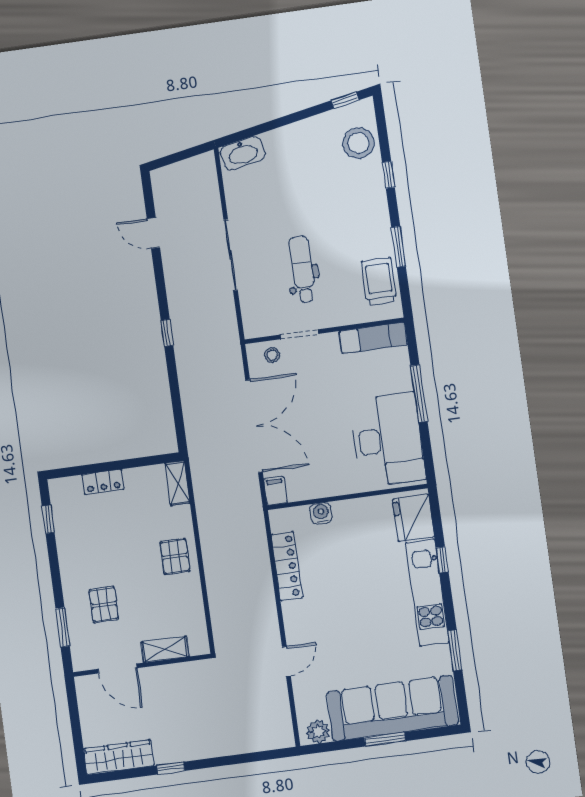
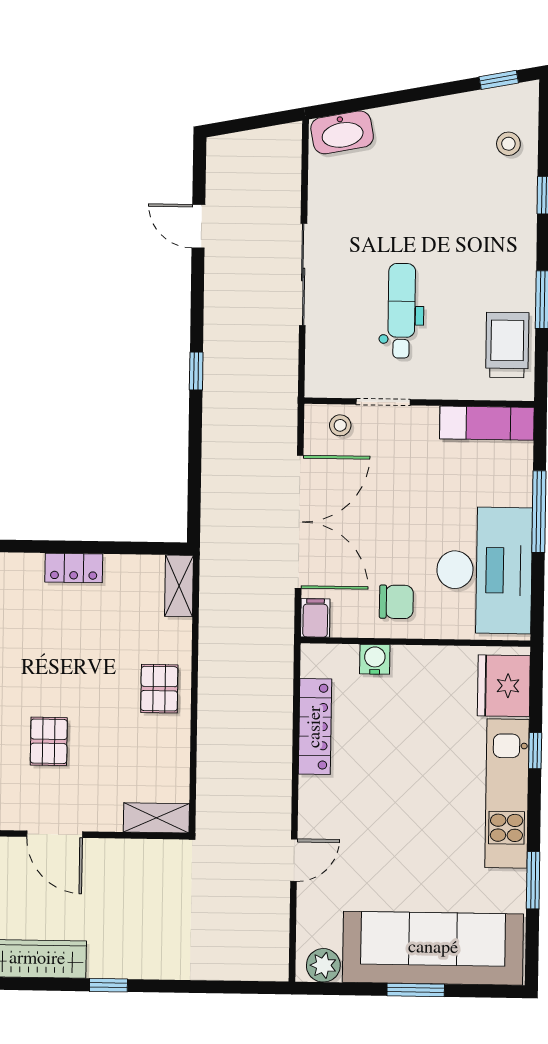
stool: (358, 143) -> (508, 144), width x0.53, depth x0.53
chair: (330, 471) -> (396, 602), added
shelving: (165, 649) -> (156, 818), moved

